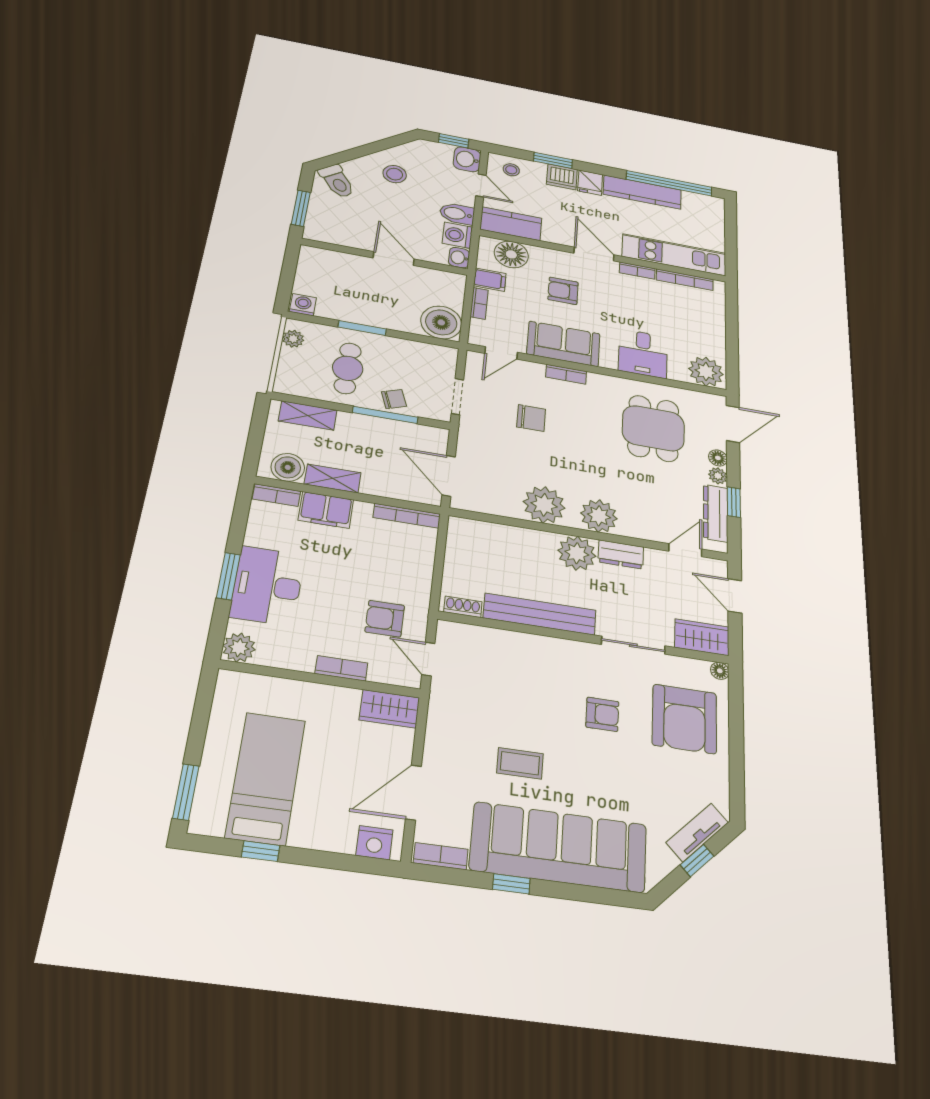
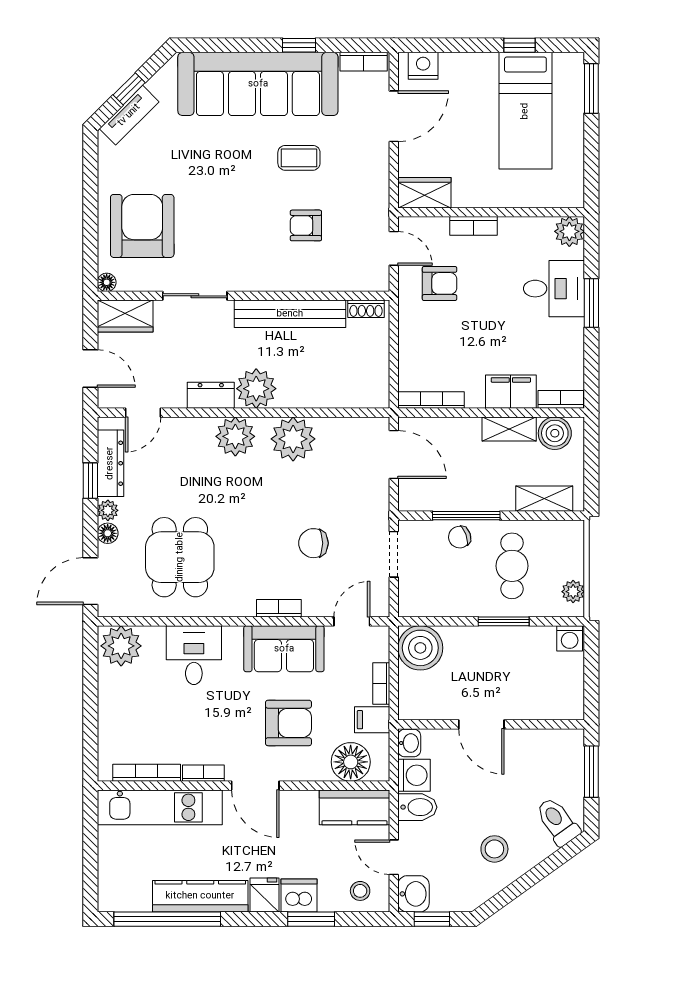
armchair: (563, 291) -> (288, 723), width x1.38, depth x1.38
desk: (267, 586) -> (554, 289), width x0.73
armchair: (602, 714) -> (306, 225), moved

